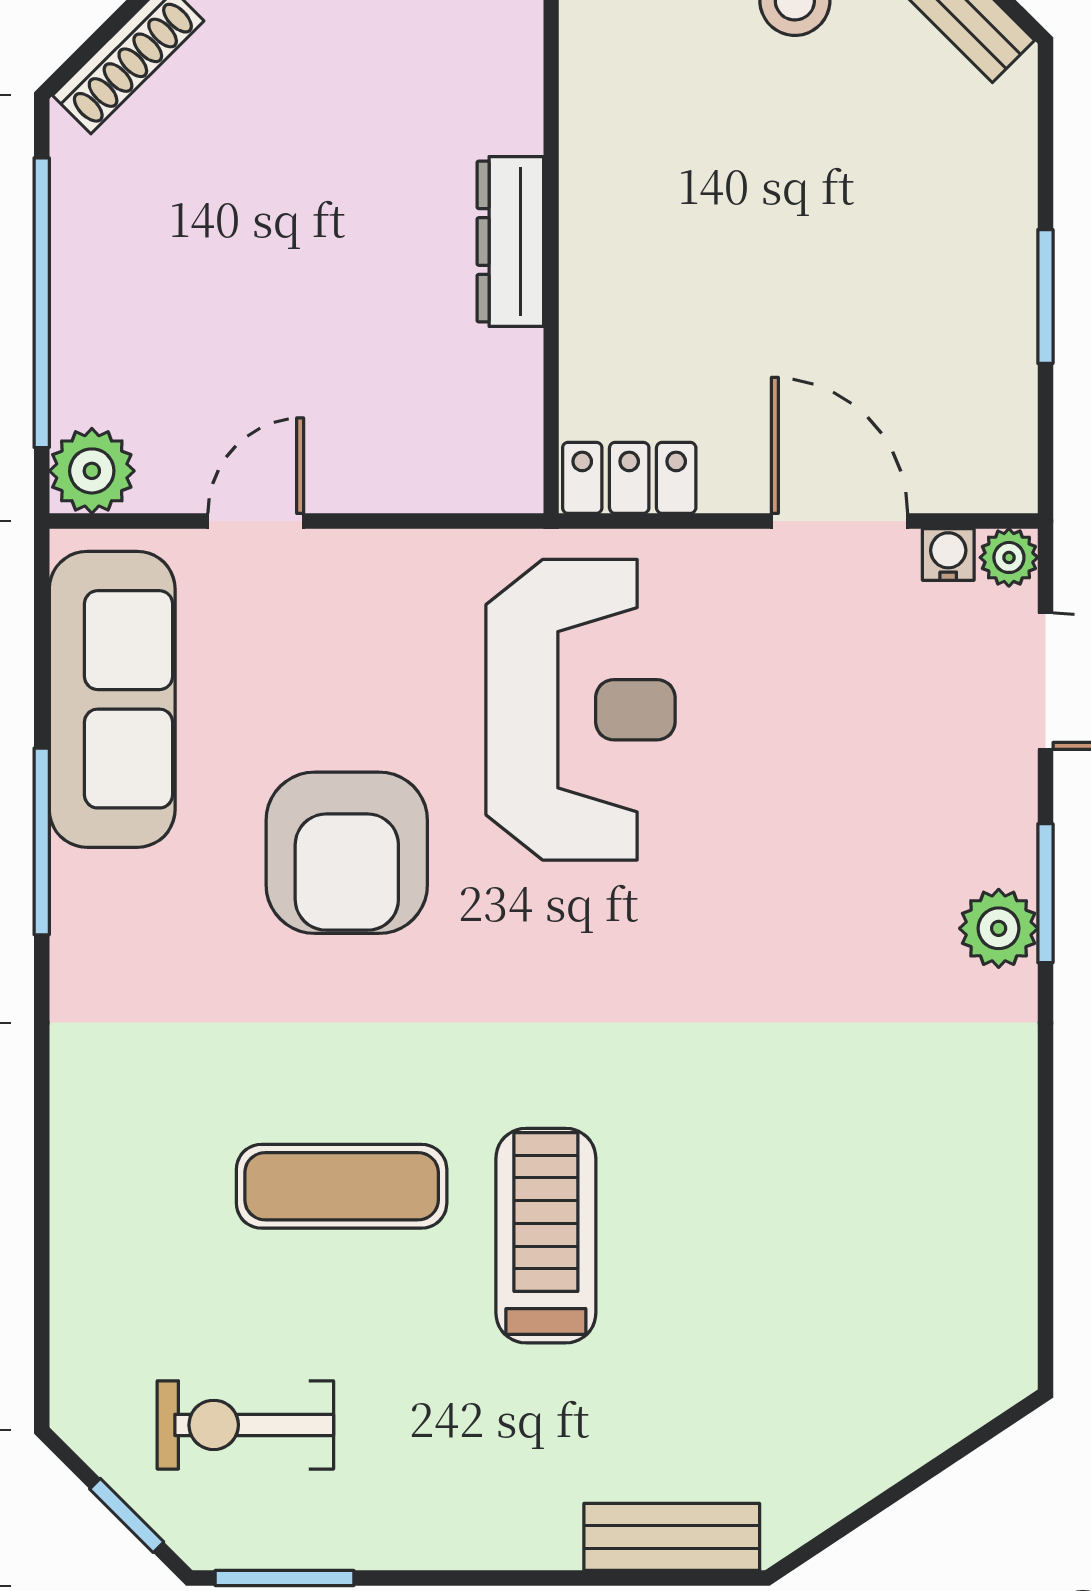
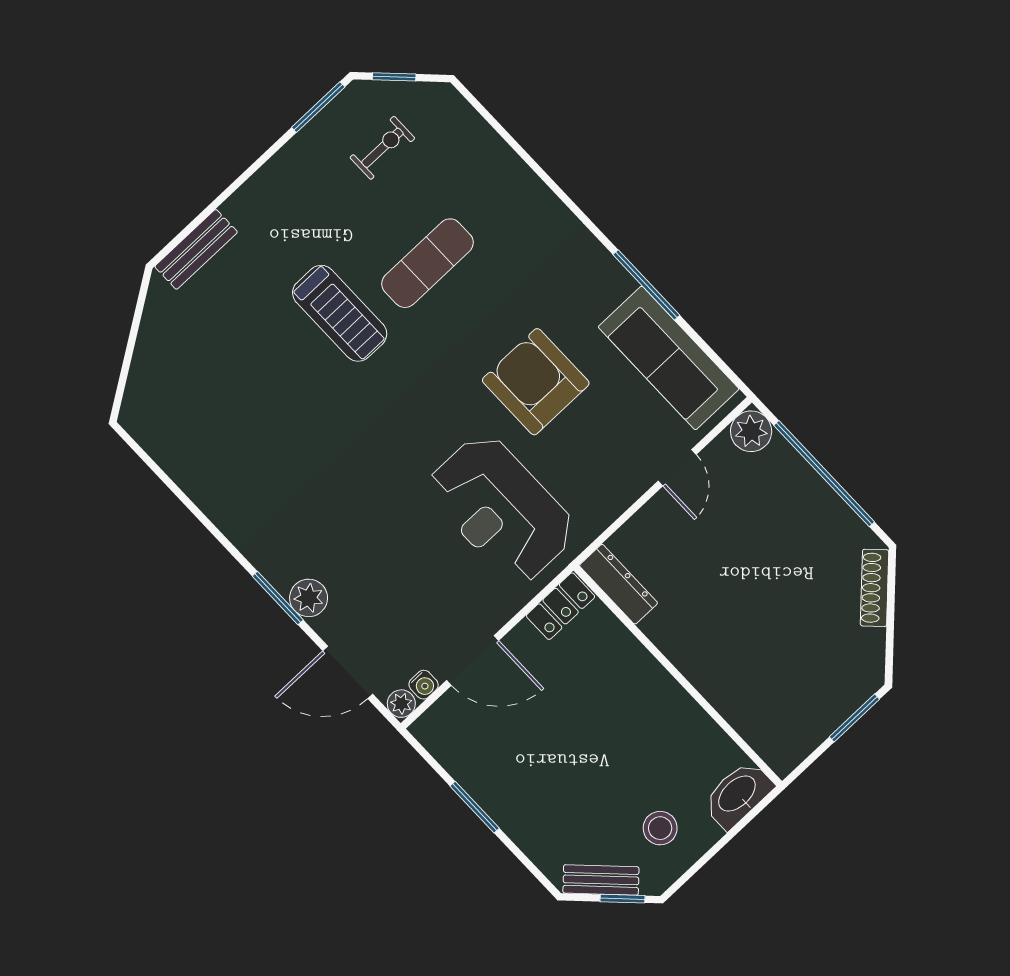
dresser: (510, 241) -> (619, 584), moved
plant: (999, 928) -> (309, 598), moved
exercise bike: (245, 1425) -> (382, 148), width x0.73, depth x0.72

